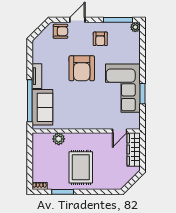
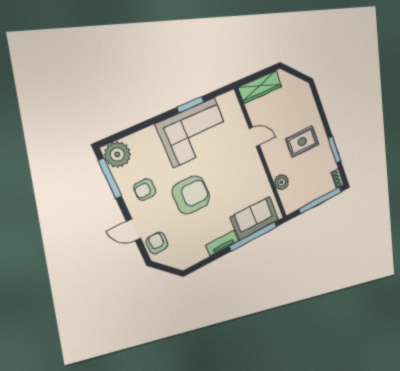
plant: (135, 27) -> (117, 155), width x1.88, depth x1.88
armchair: (100, 39) -> (145, 190), turned 180
door: (120, 131) -> (254, 137), moved
window: (30, 165) -> (320, 200), added
rug: (81, 167) -> (302, 142), width x0.73, depth x0.70

